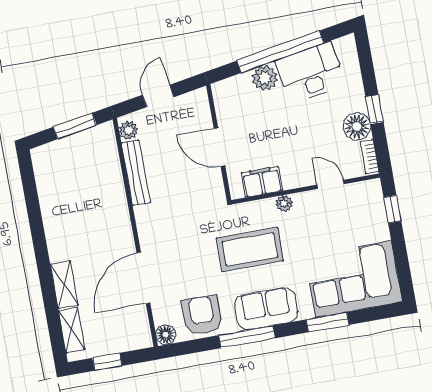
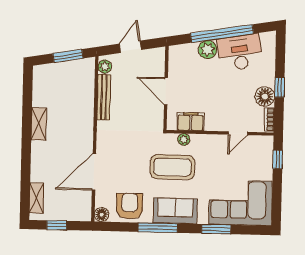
door: (330, 184) -> (238, 133), swing flipped
plant: (284, 203) -> (184, 139), moved
shelving: (64, 285) -> (39, 124), moved

